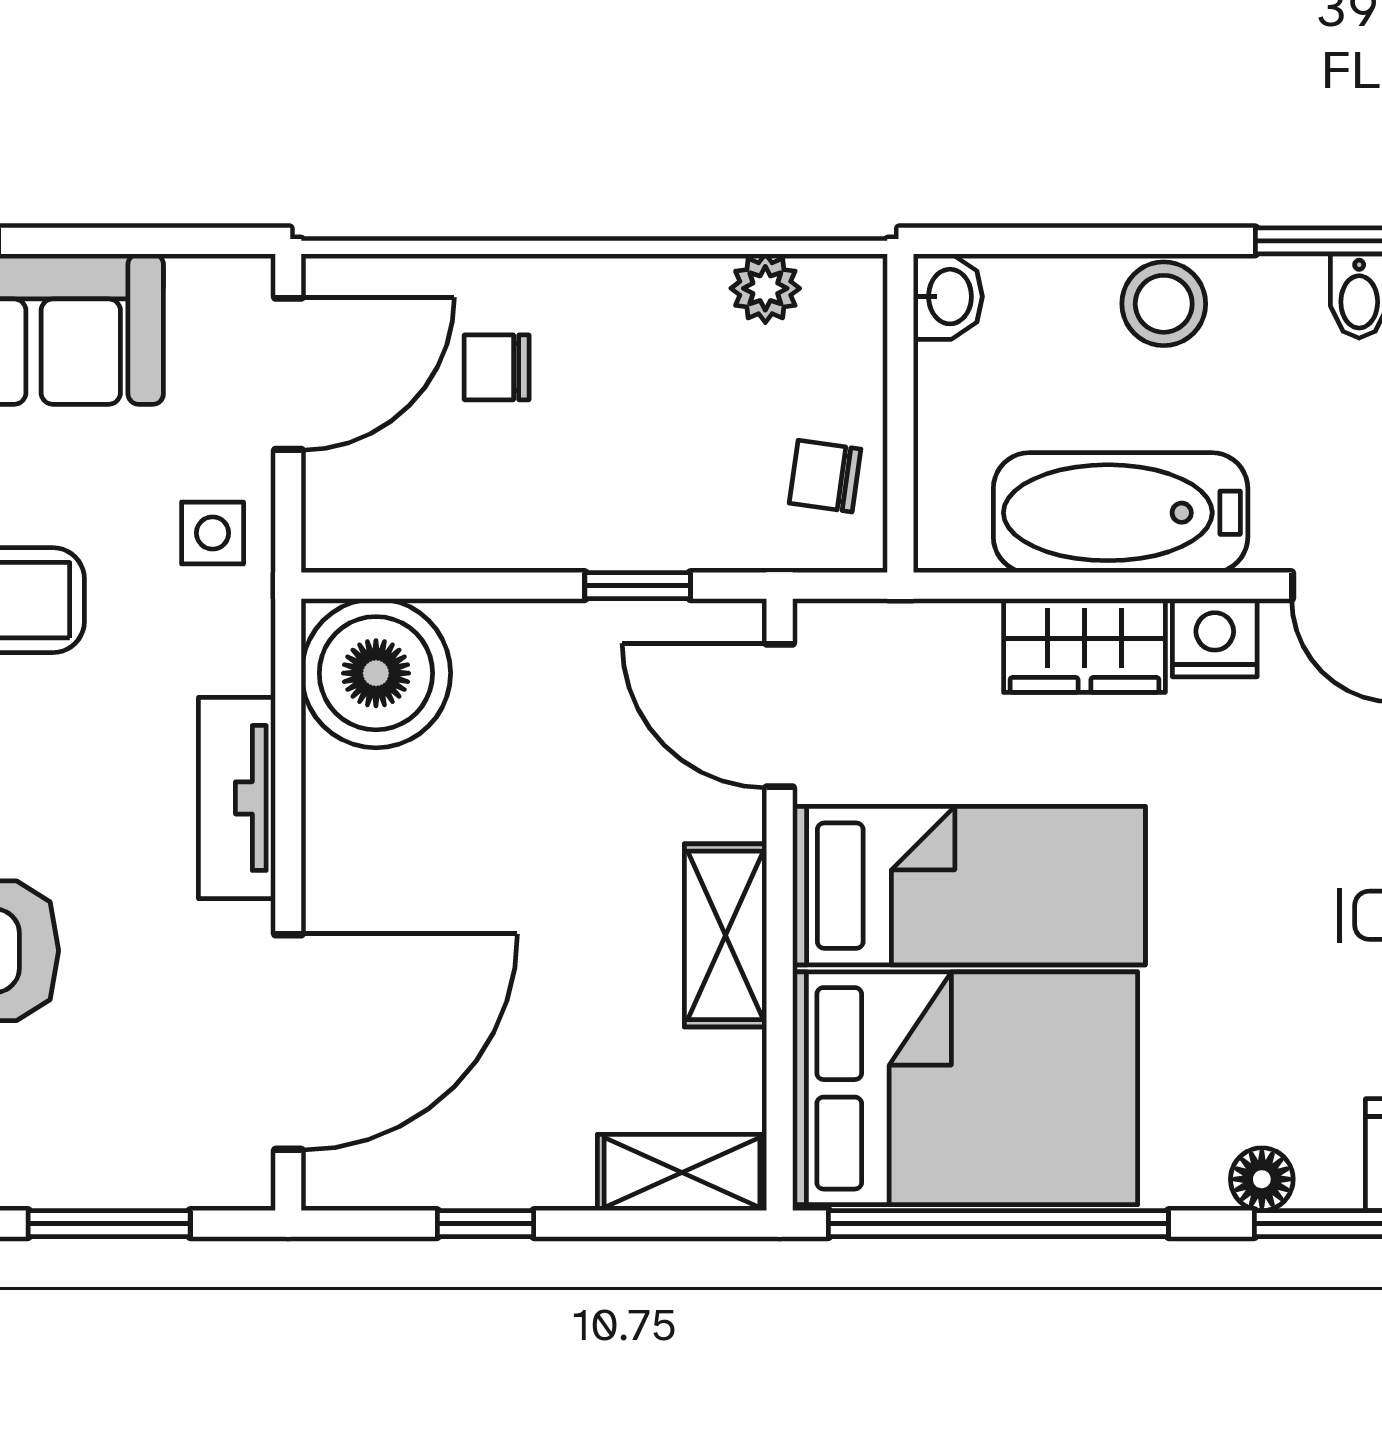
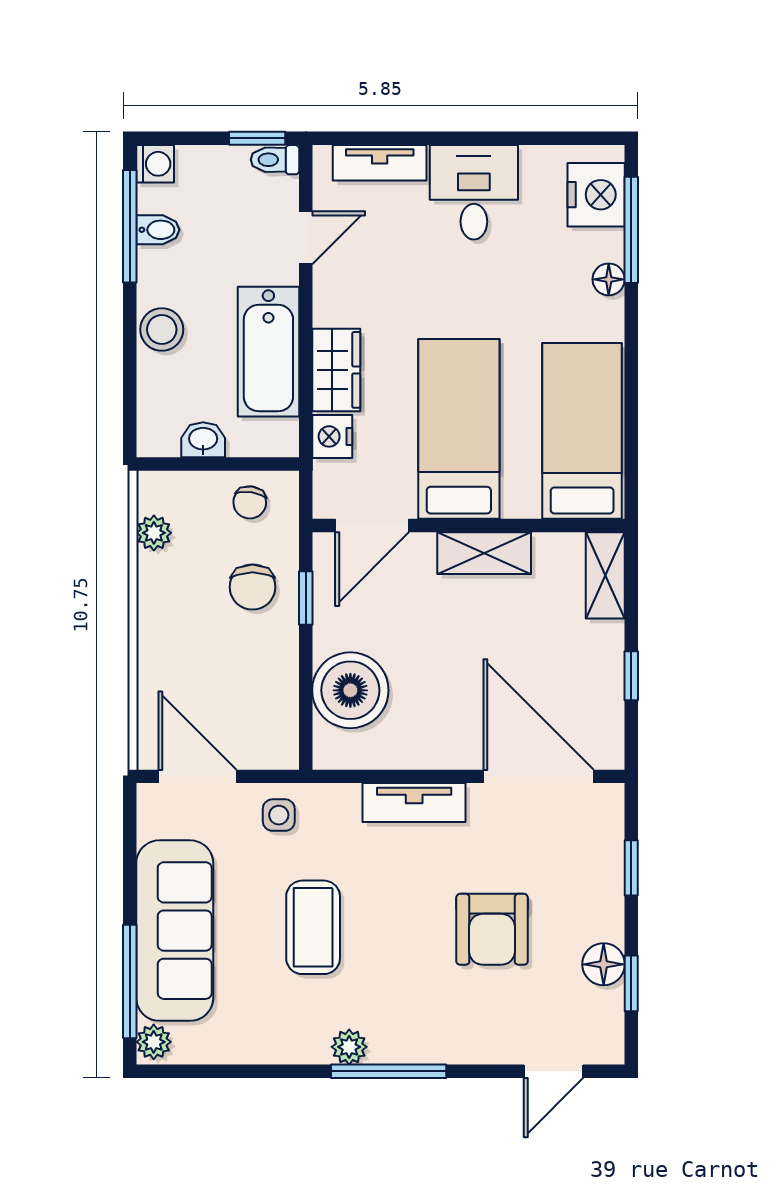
washbasin: (948, 297) -> (203, 440), moved
chair: (497, 367) -> (252, 587), moved, width x1.37, depth x1.37
nightstand: (1215, 638) -> (332, 436), moved
boiler: (376, 673) -> (350, 690), moved
bed: (965, 1088) -> (582, 431), width x0.67
window: (109, 1224) -> (631, 868), width x0.67
window: (998, 1224) -> (631, 414), removed

